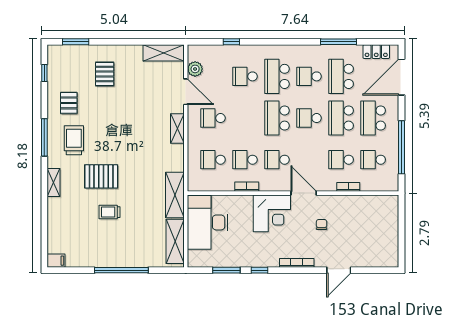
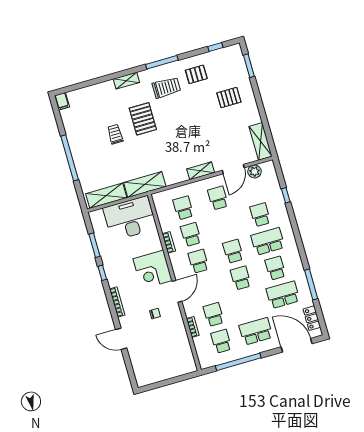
school desk: (277, 118) -> (233, 251), width x0.54
school desk: (341, 118) -> (248, 305), removed

